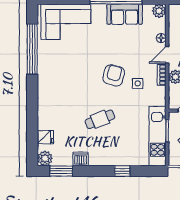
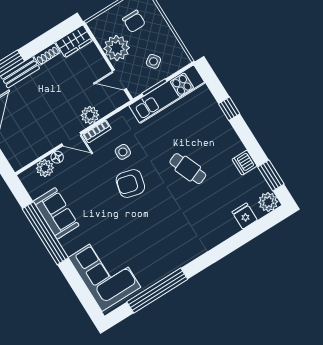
plant: (159, 11) -> (45, 168), moved

